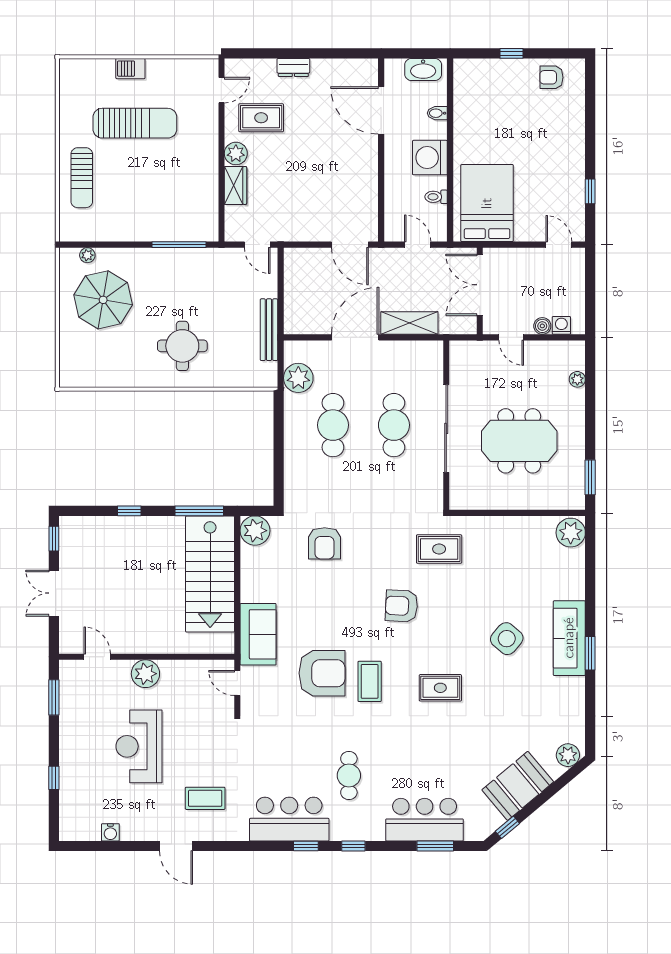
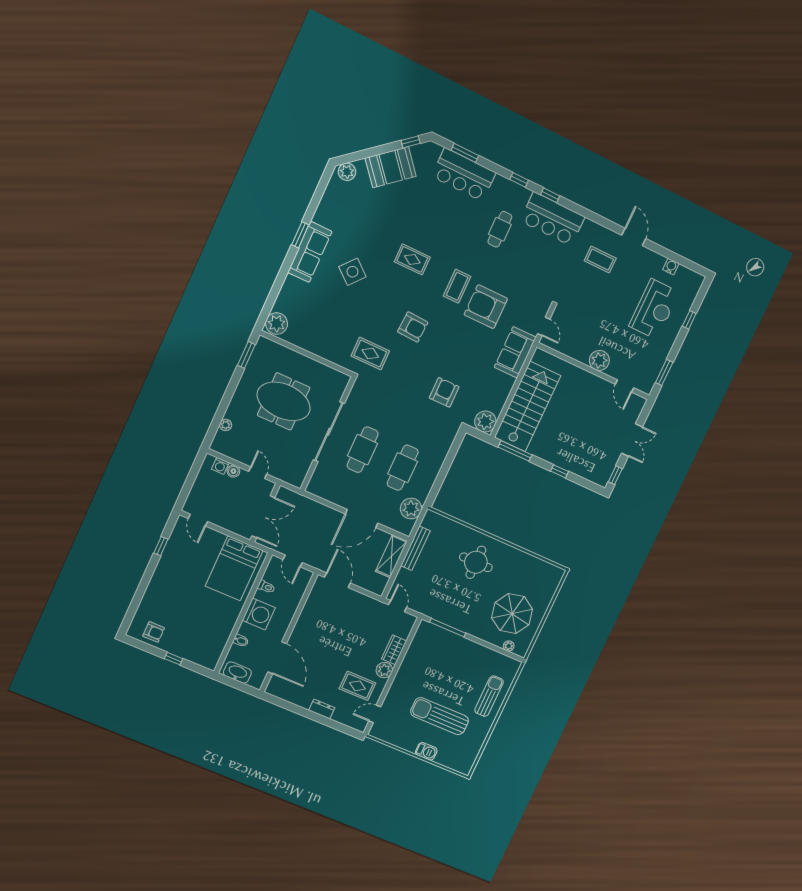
shelving: (409, 323) -> (391, 556), moved, turned 90
reception desk: (139, 746) -> (654, 309), moved

